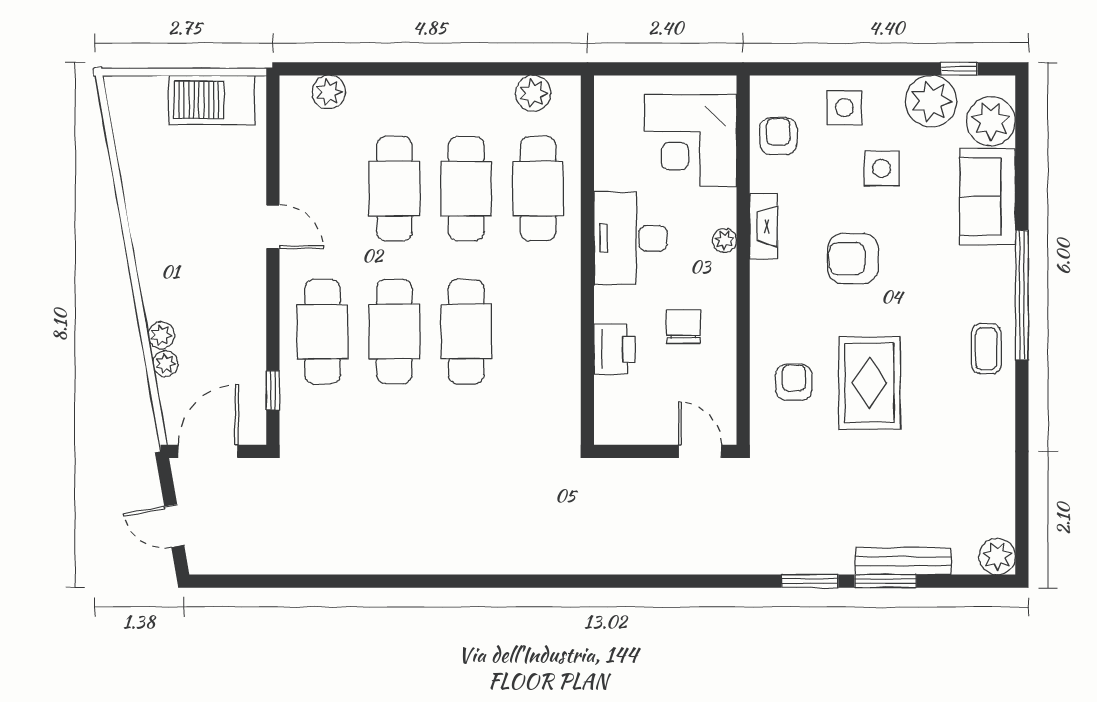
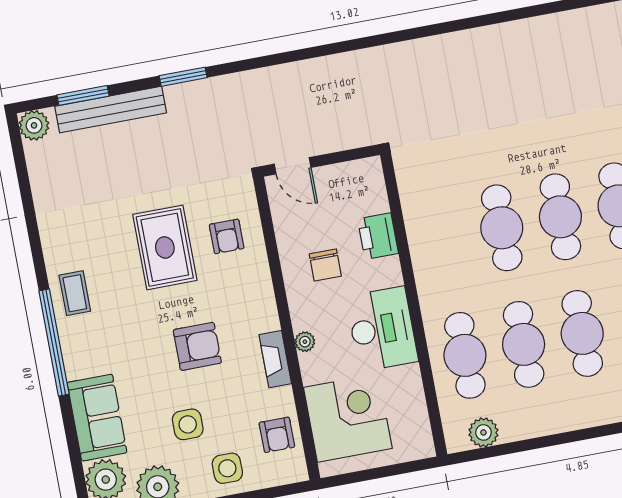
bench: (903, 561) -> (111, 110), width x1.37, depth x1.21
window: (885, 581) -> (83, 95), moved

